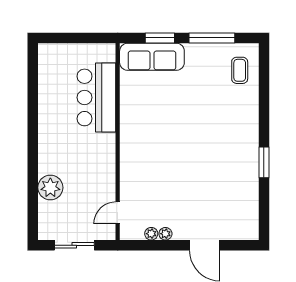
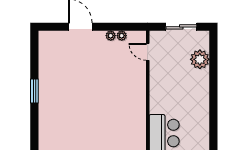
plant: (50, 188) -> (200, 59), moved
door: (118, 213) -> (148, 52), swing flipped

